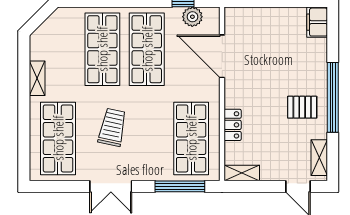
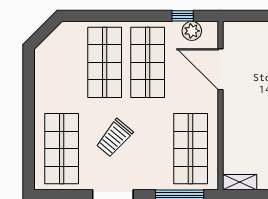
shelving: (37, 78) -> (41, 90), removed
locker: (233, 125) -> (231, 136), removed
trolley: (112, 127) -> (114, 138), turned -152

